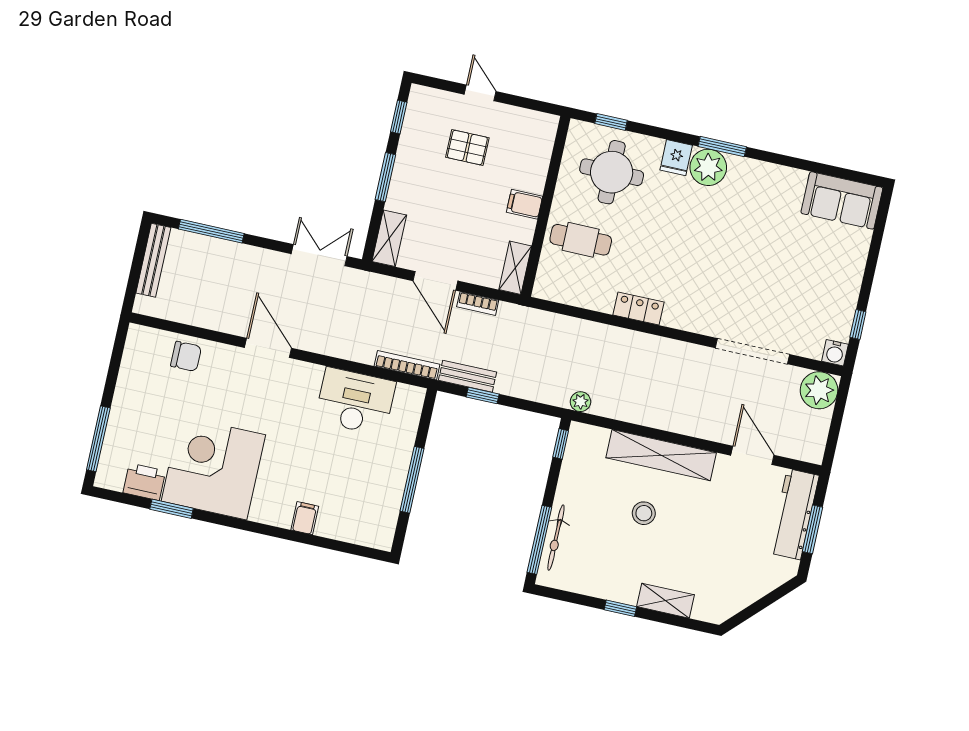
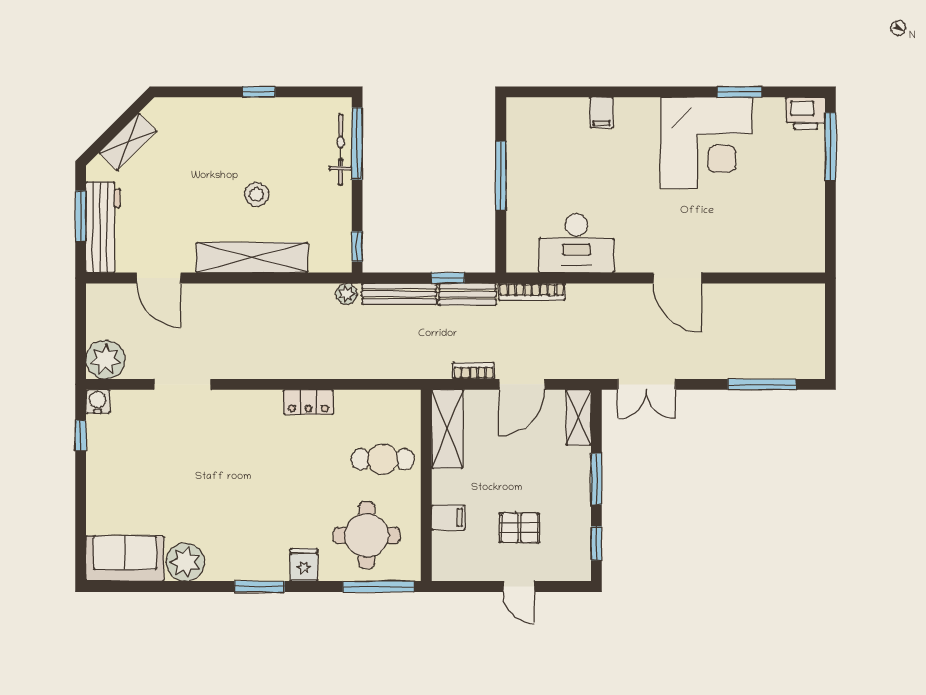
window: (611, 122) -> (379, 586), width x2.17
plant: (708, 167) -> (185, 562), moved
filing cabinet: (525, 204) -> (448, 517), moved
bench: (153, 260) -> (399, 294), moved, turned 90
shelving: (515, 268) -> (447, 429), width x1.50, depth x1.33
door: (435, 281) -> (522, 384), swing flipped
doorway: (752, 351) -> (182, 384), width x0.73
chair: (186, 356) -> (759, 251), removed
printer: (144, 482) -> (806, 113), moved
shelving: (666, 601) -> (128, 142), moved, turned -45

